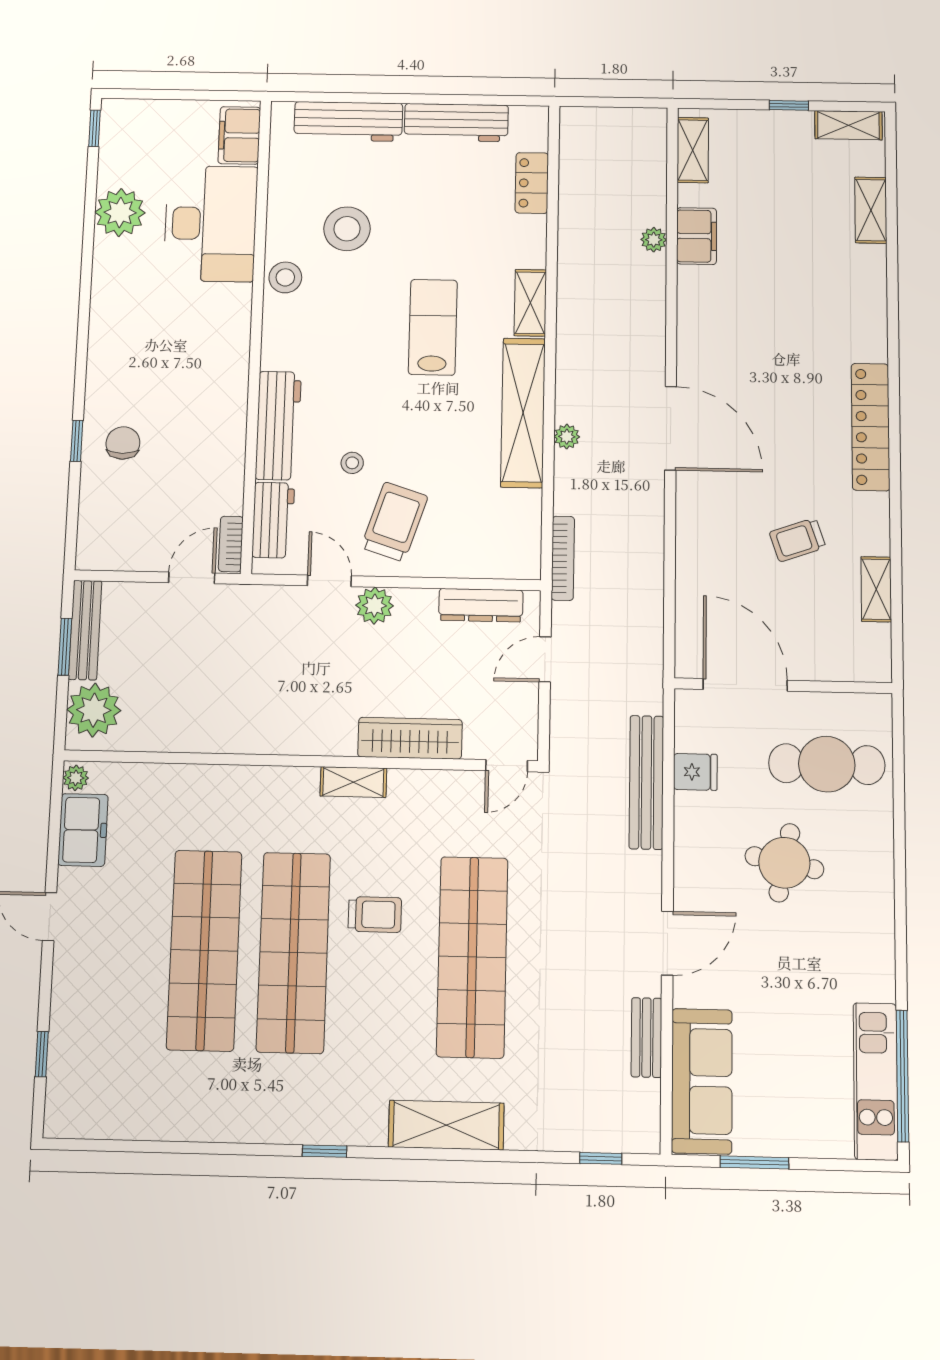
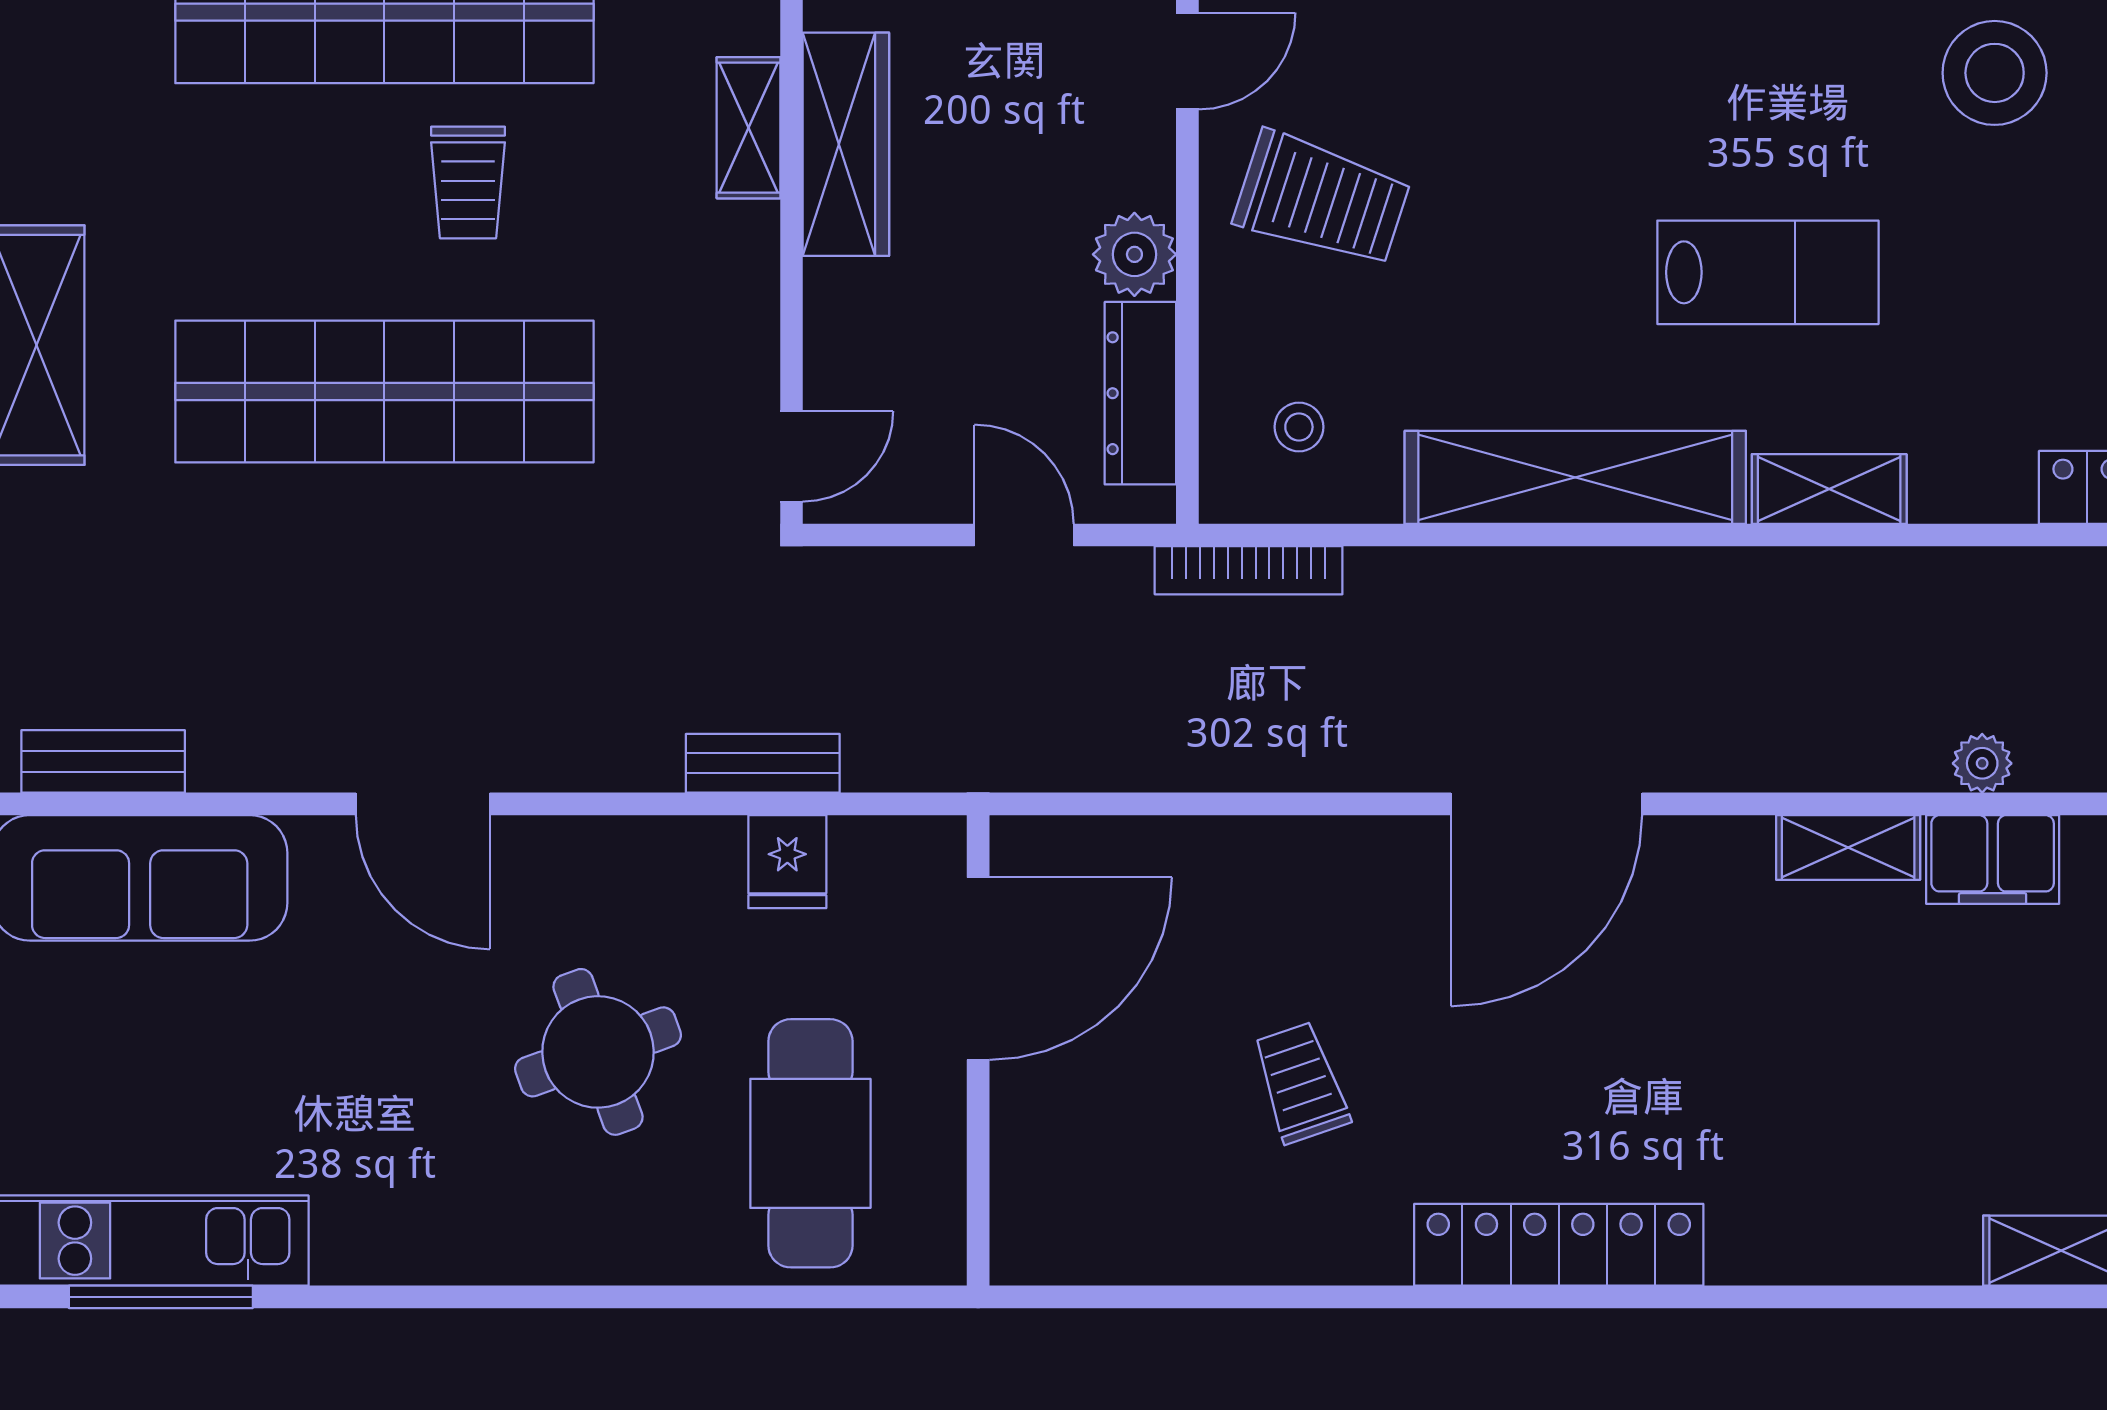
plant: (567, 437) -> (1523, 575), removed
stool: (352, 463) -> (1299, 427), moved
shelving: (876, 589) -> (1848, 847), moved
plant: (375, 606) -> (1134, 254), moved
wardrobe: (410, 738) -> (846, 144), moved
door: (507, 766) -> (791, 456), swing flipped
bench: (646, 782) -> (763, 763), width x0.54, depth x0.82
round table: (784, 863) -> (598, 1052), turned -31
bench: (646, 1037) -> (103, 761), moved
window: (902, 1076) -> (161, 1297), width x0.68

